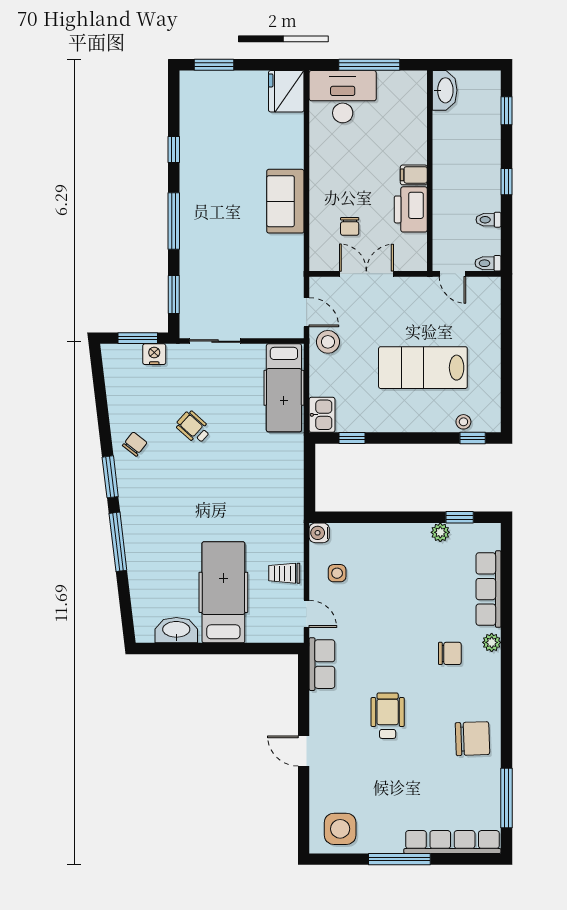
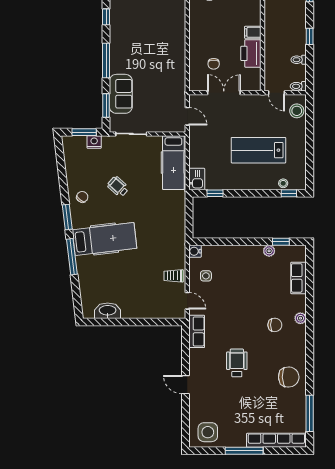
sofa: (285, 201) -> (121, 94), moved, turned 180
stool: (328, 342) -> (297, 111), moved
row of seats: (489, 589) -> (299, 278), width x0.68
hospital bed: (223, 592) -> (105, 239), moved, turned 83

